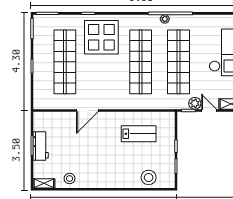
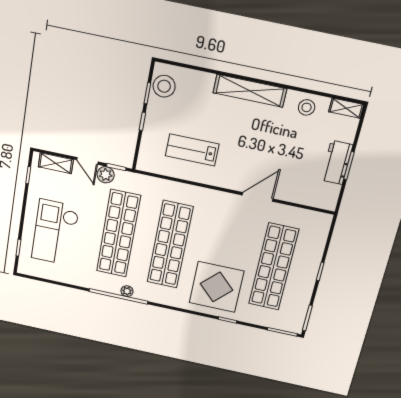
stool: (149, 177) -> (164, 86), moved
shelving: (109, 182) -> (250, 91), added

